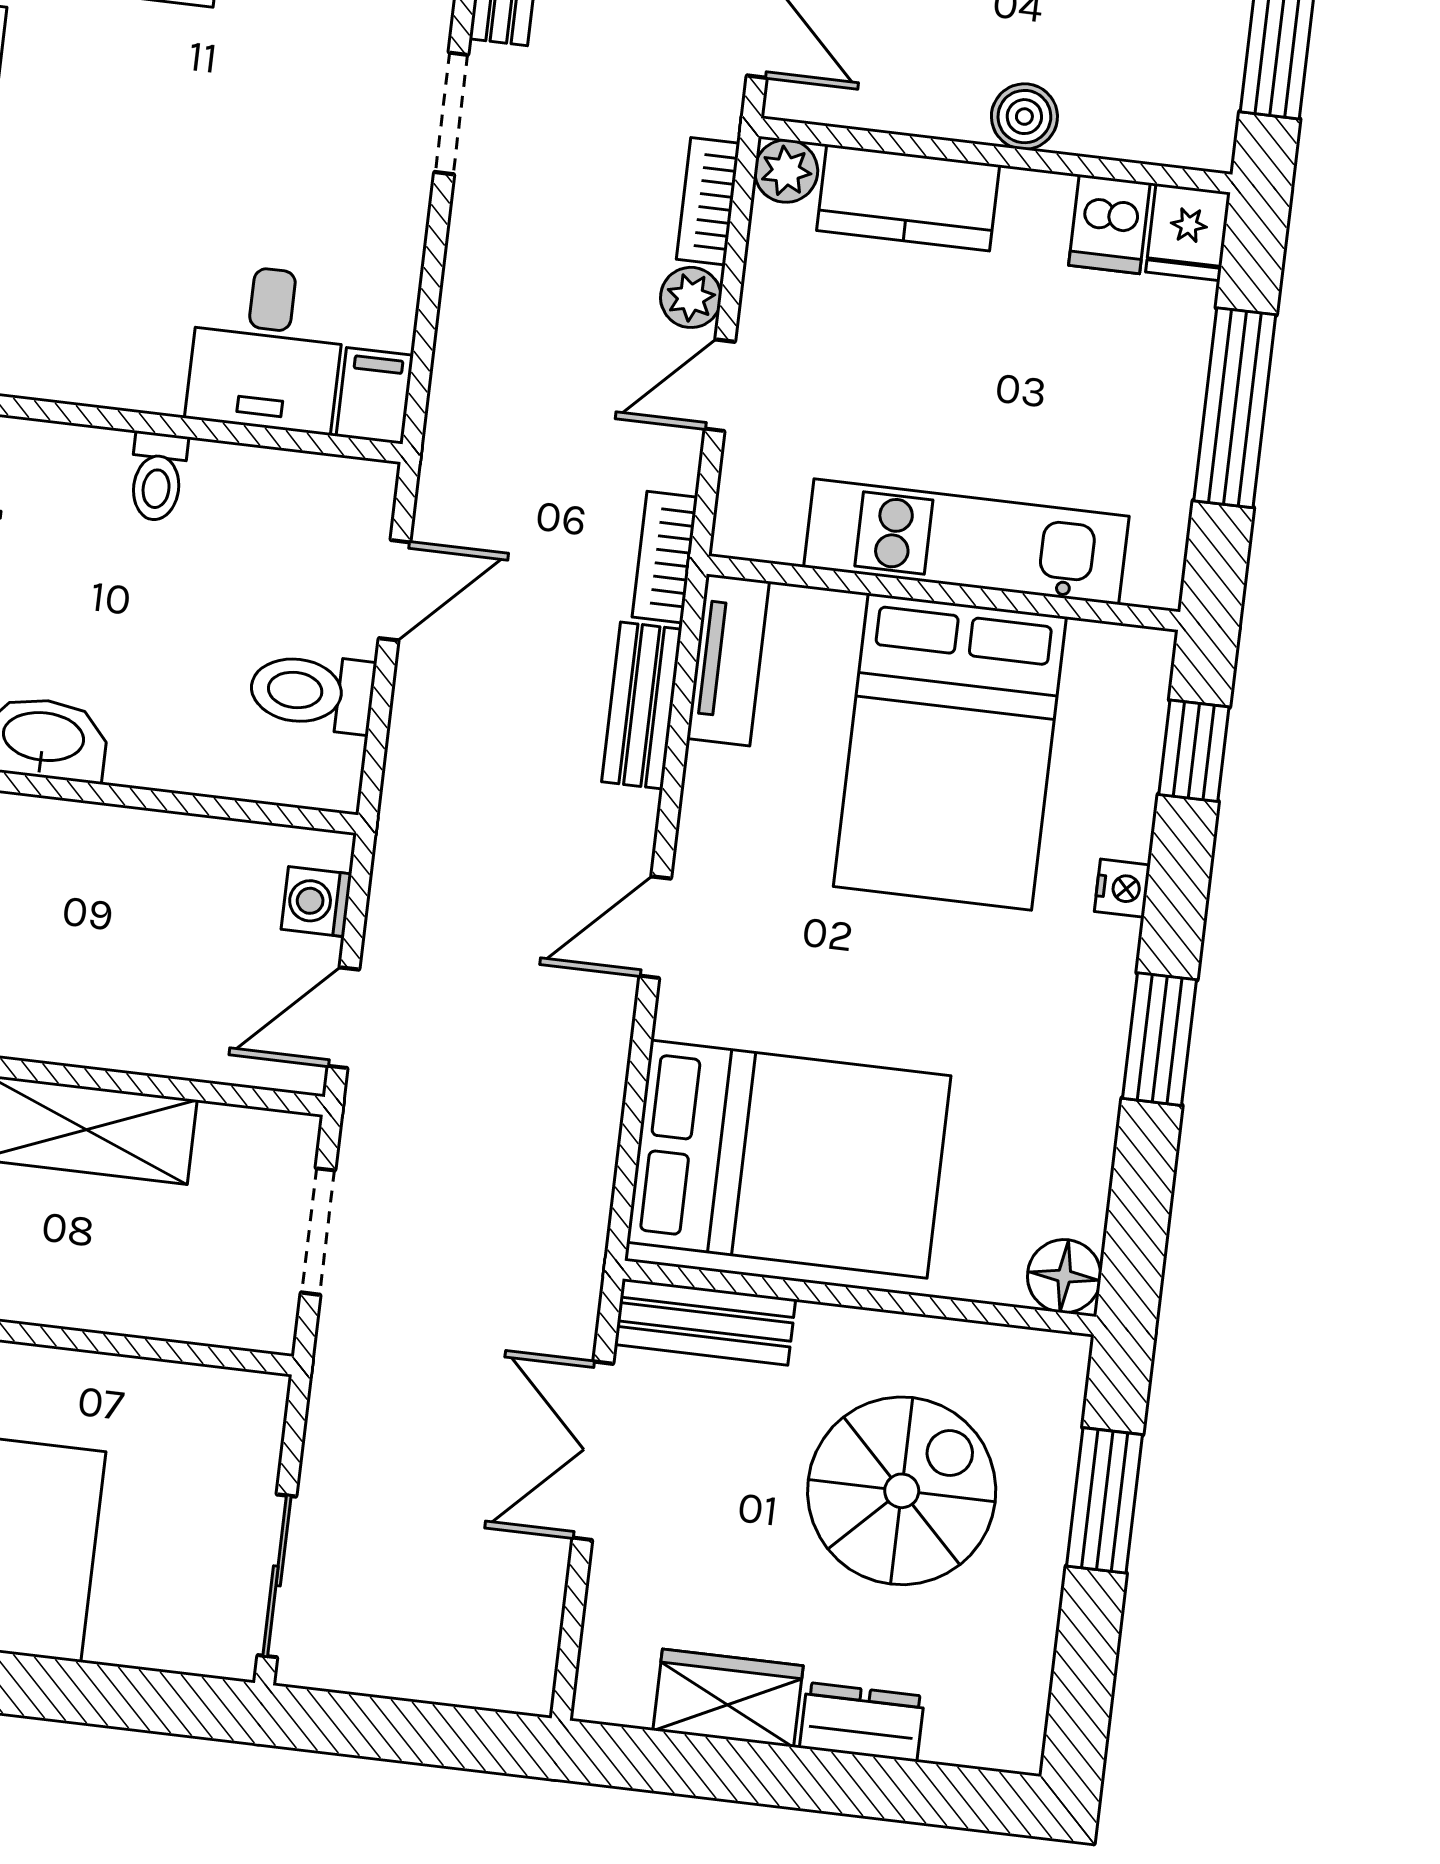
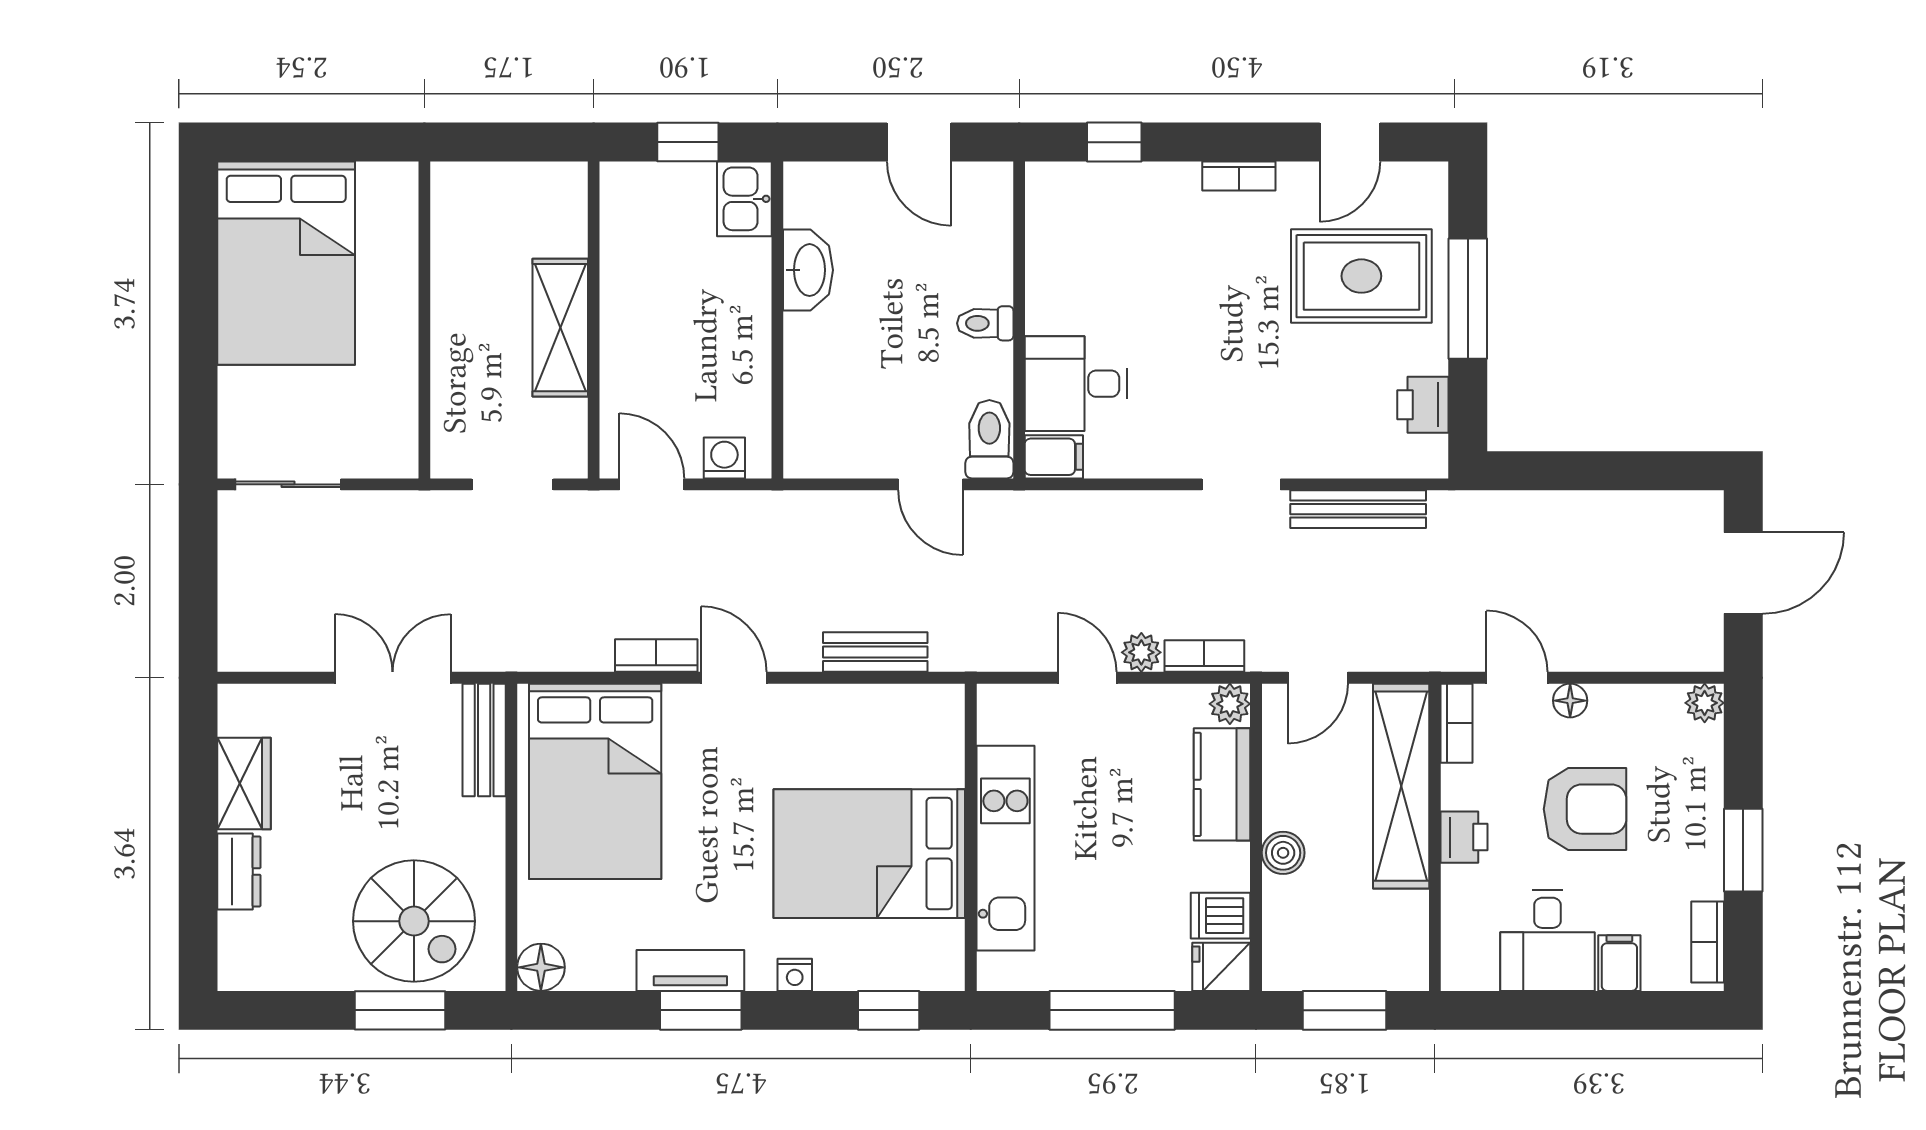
bookcase: (665, 557) -> (656, 655), moved
tv unit: (728, 660) -> (690, 971), moved, turned 180
toilet: (312, 692) -> (989, 439), moved
spiral stairs: (902, 1491) -> (414, 921), moved

